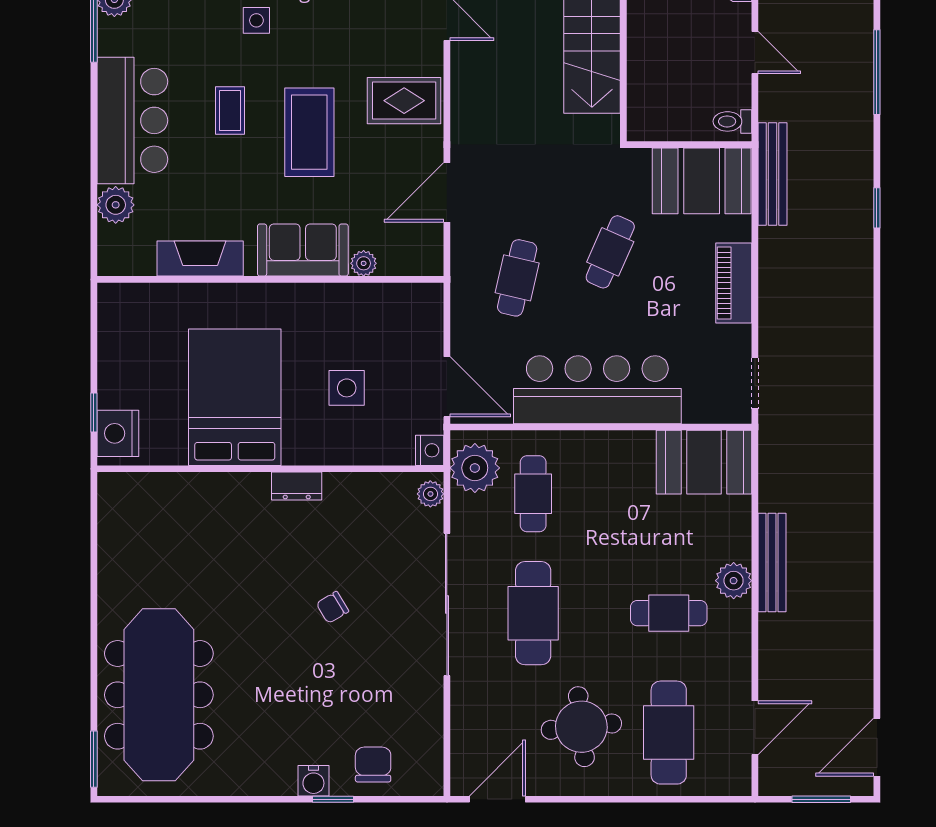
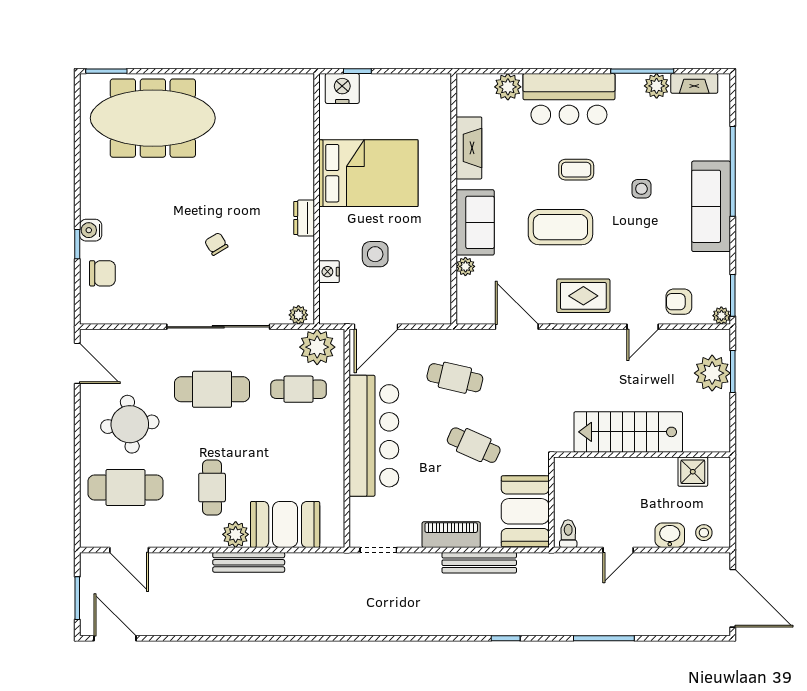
rug: (404, 101) -> (583, 296), turned 90
bench: (773, 174) -> (479, 563), moved
nightstand: (430, 450) -> (329, 272), moved, turned 90
booth: (704, 462) -> (285, 524), moved, turned 90

